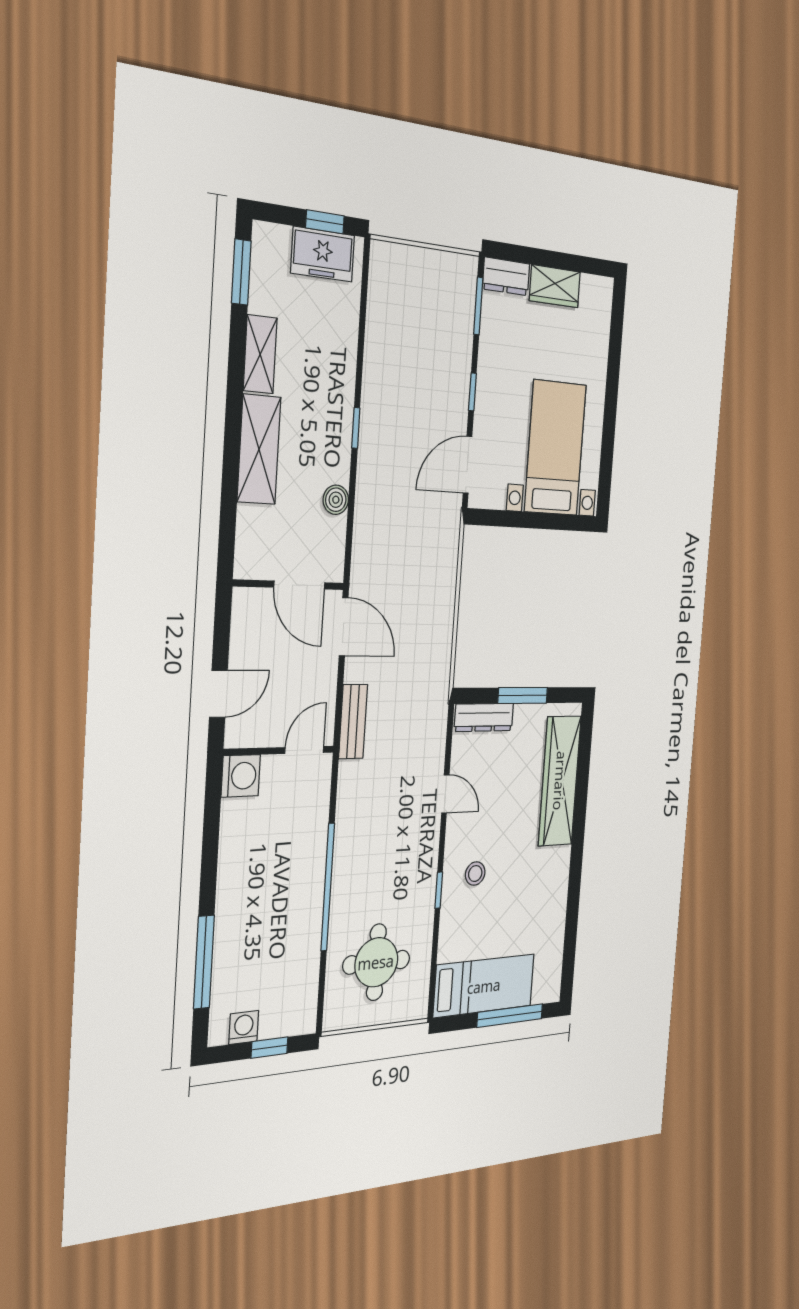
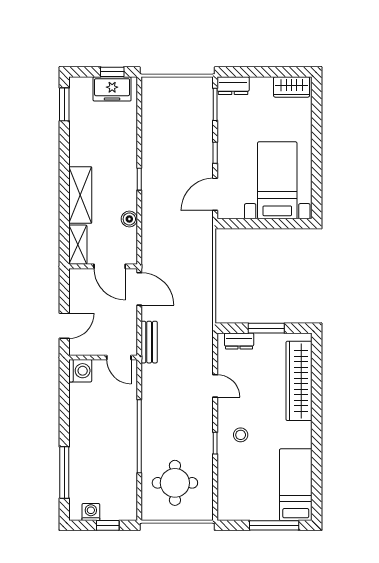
wardrobe: (555, 286) -> (292, 87), moved
shelving: (260, 354) -> (78, 245), moved
dresser: (484, 717) -> (239, 341), width x0.70
door: (304, 750) -> (119, 357), swing flipped
bed: (484, 986) -> (296, 485), moved, turned -90

